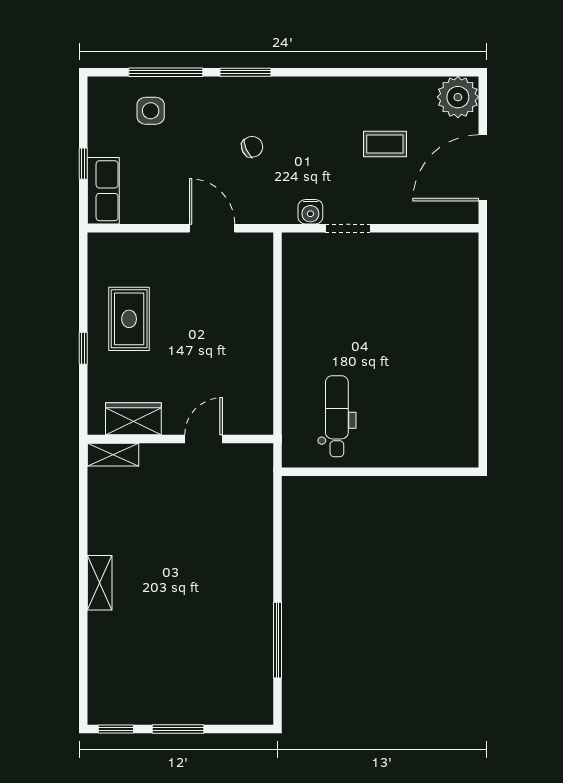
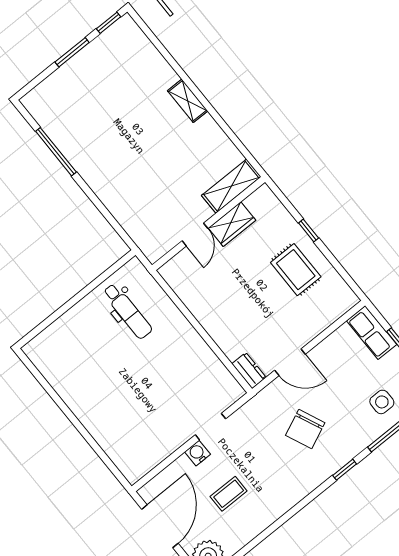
window: (245, 72) -> (345, 470), width x0.67
chair: (252, 147) -> (305, 429), width x1.87, depth x1.87
water cooler: (310, 212) -> (198, 453), moved
dresser: (261, 254) -> (249, 371), added
wardrobe: (133, 419) -> (232, 224), moved
shelving: (113, 455) -> (231, 186), width x1.50, depth x1.33

